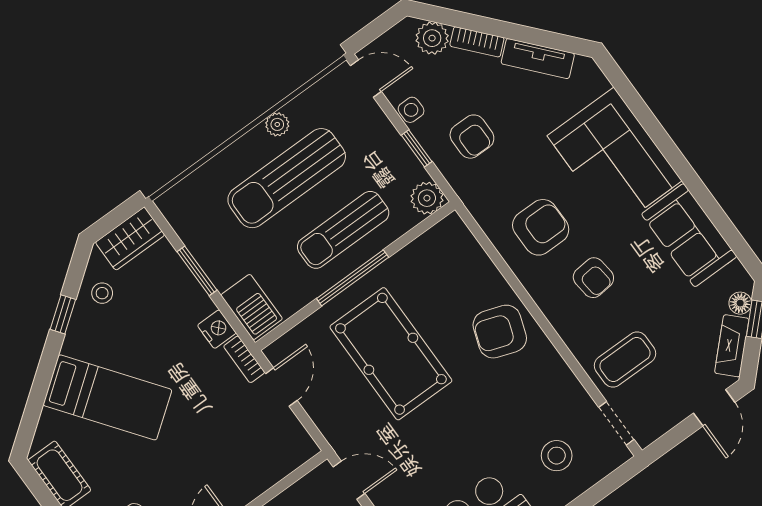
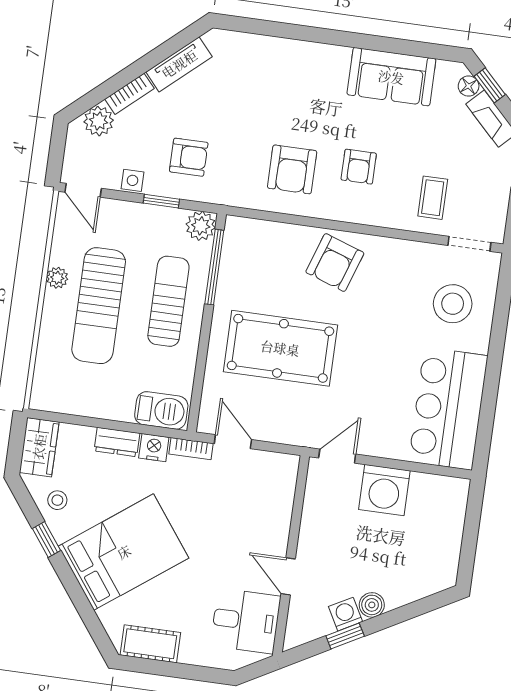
door: (366, 78) -> (83, 190), swing flipped
corner sofa: (615, 158) -> (293, 77), removed
armchair: (541, 227) -> (292, 169), turned 180
sun lounger: (343, 230) -> (168, 301), turned 180
window: (197, 271) -> (103, 424), removed
window: (353, 278) -> (214, 267), moved
armchair: (593, 278) -> (359, 167), turned 96
dresser: (193, 296) -> (117, 442), added
coffee table: (625, 359) -> (433, 198), width x0.73, depth x0.77
bed: (107, 397) -> (124, 552), width x1.50
stool: (557, 456) -> (453, 304), width x1.38, depth x1.38

